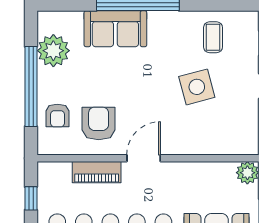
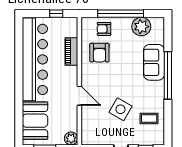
side table: (197, 87) -> (120, 109), turned 45
armchair: (99, 123) -> (99, 53), turned 90
door: (144, 158) -> (79, 96), moved

